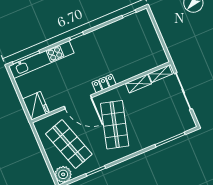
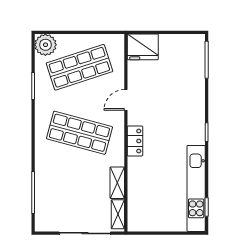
kitchen unit: (41, 60) -> (196, 188), moved
door: (78, 102) -> (126, 100), width x0.53

